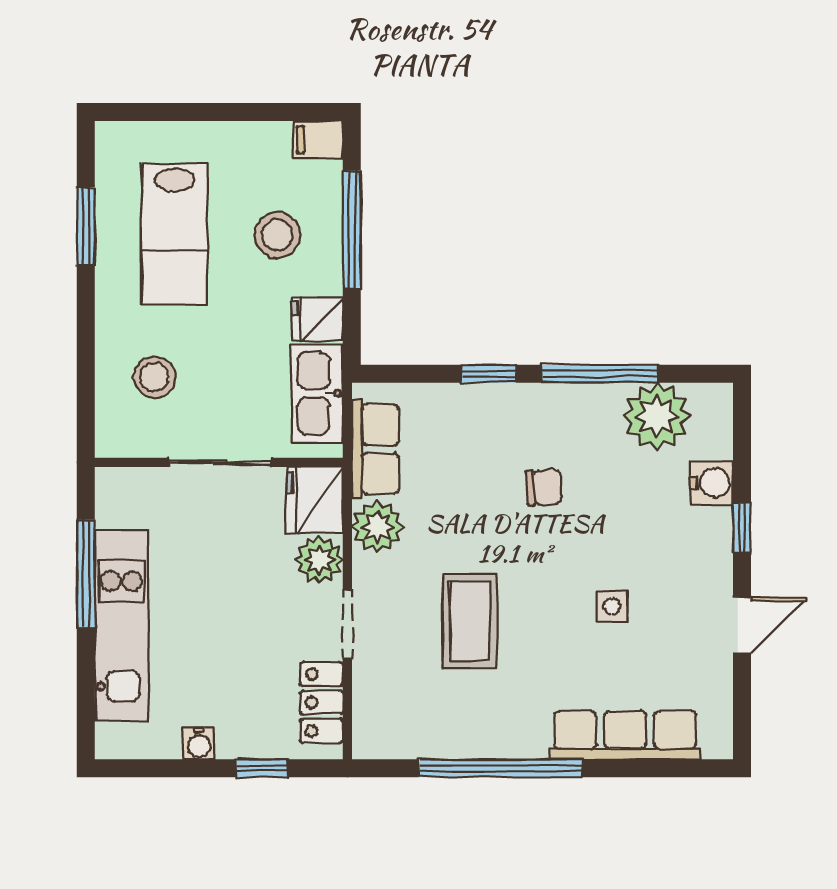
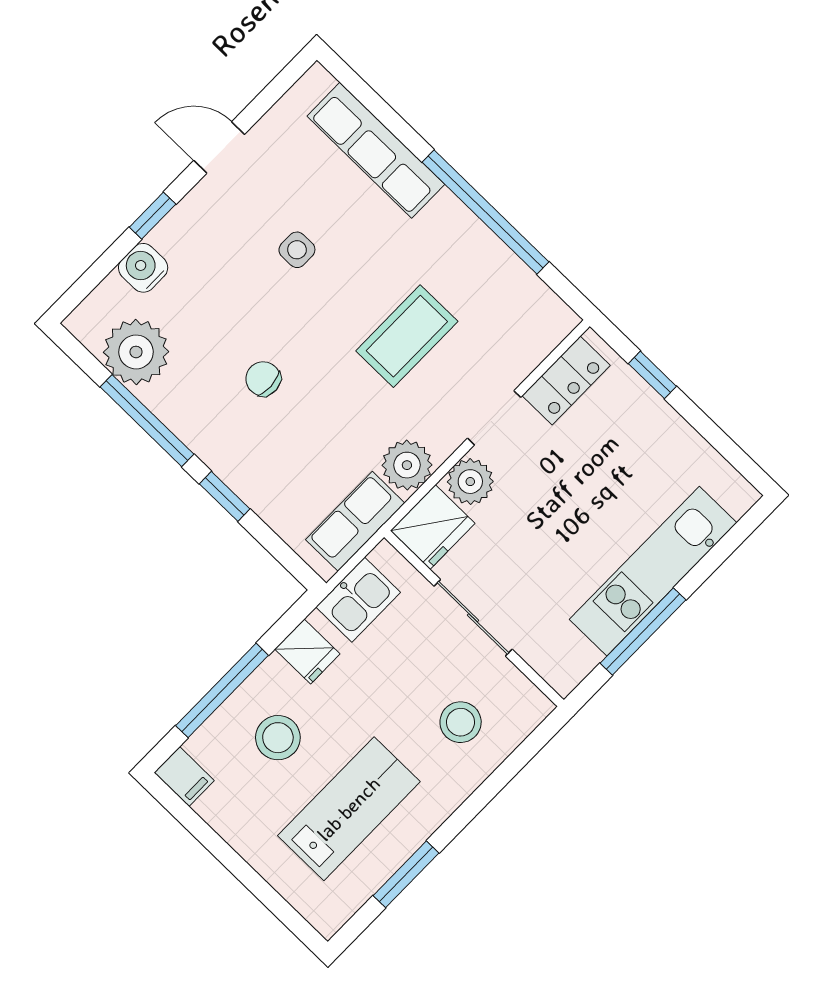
kitchen sink: (317, 394) -> (358, 600), width x0.73
water cooler: (199, 743) -> (680, 435), removed

